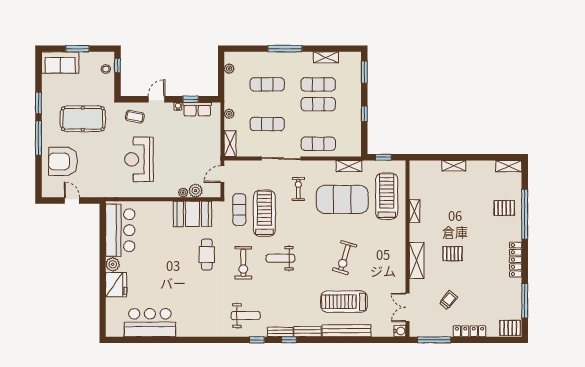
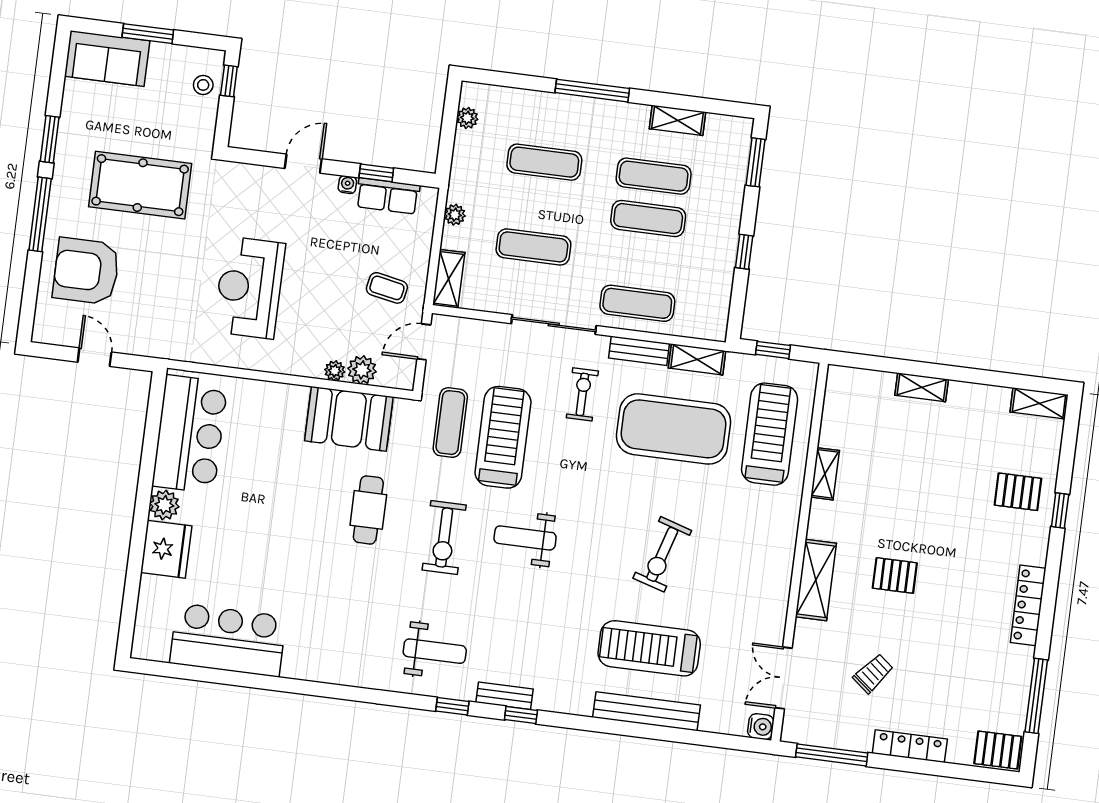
coffee table: (135, 117) -> (387, 288), moved
window: (525, 214) -> (1060, 511), width x0.32
bench: (308, 332) -> (639, 351), moved

